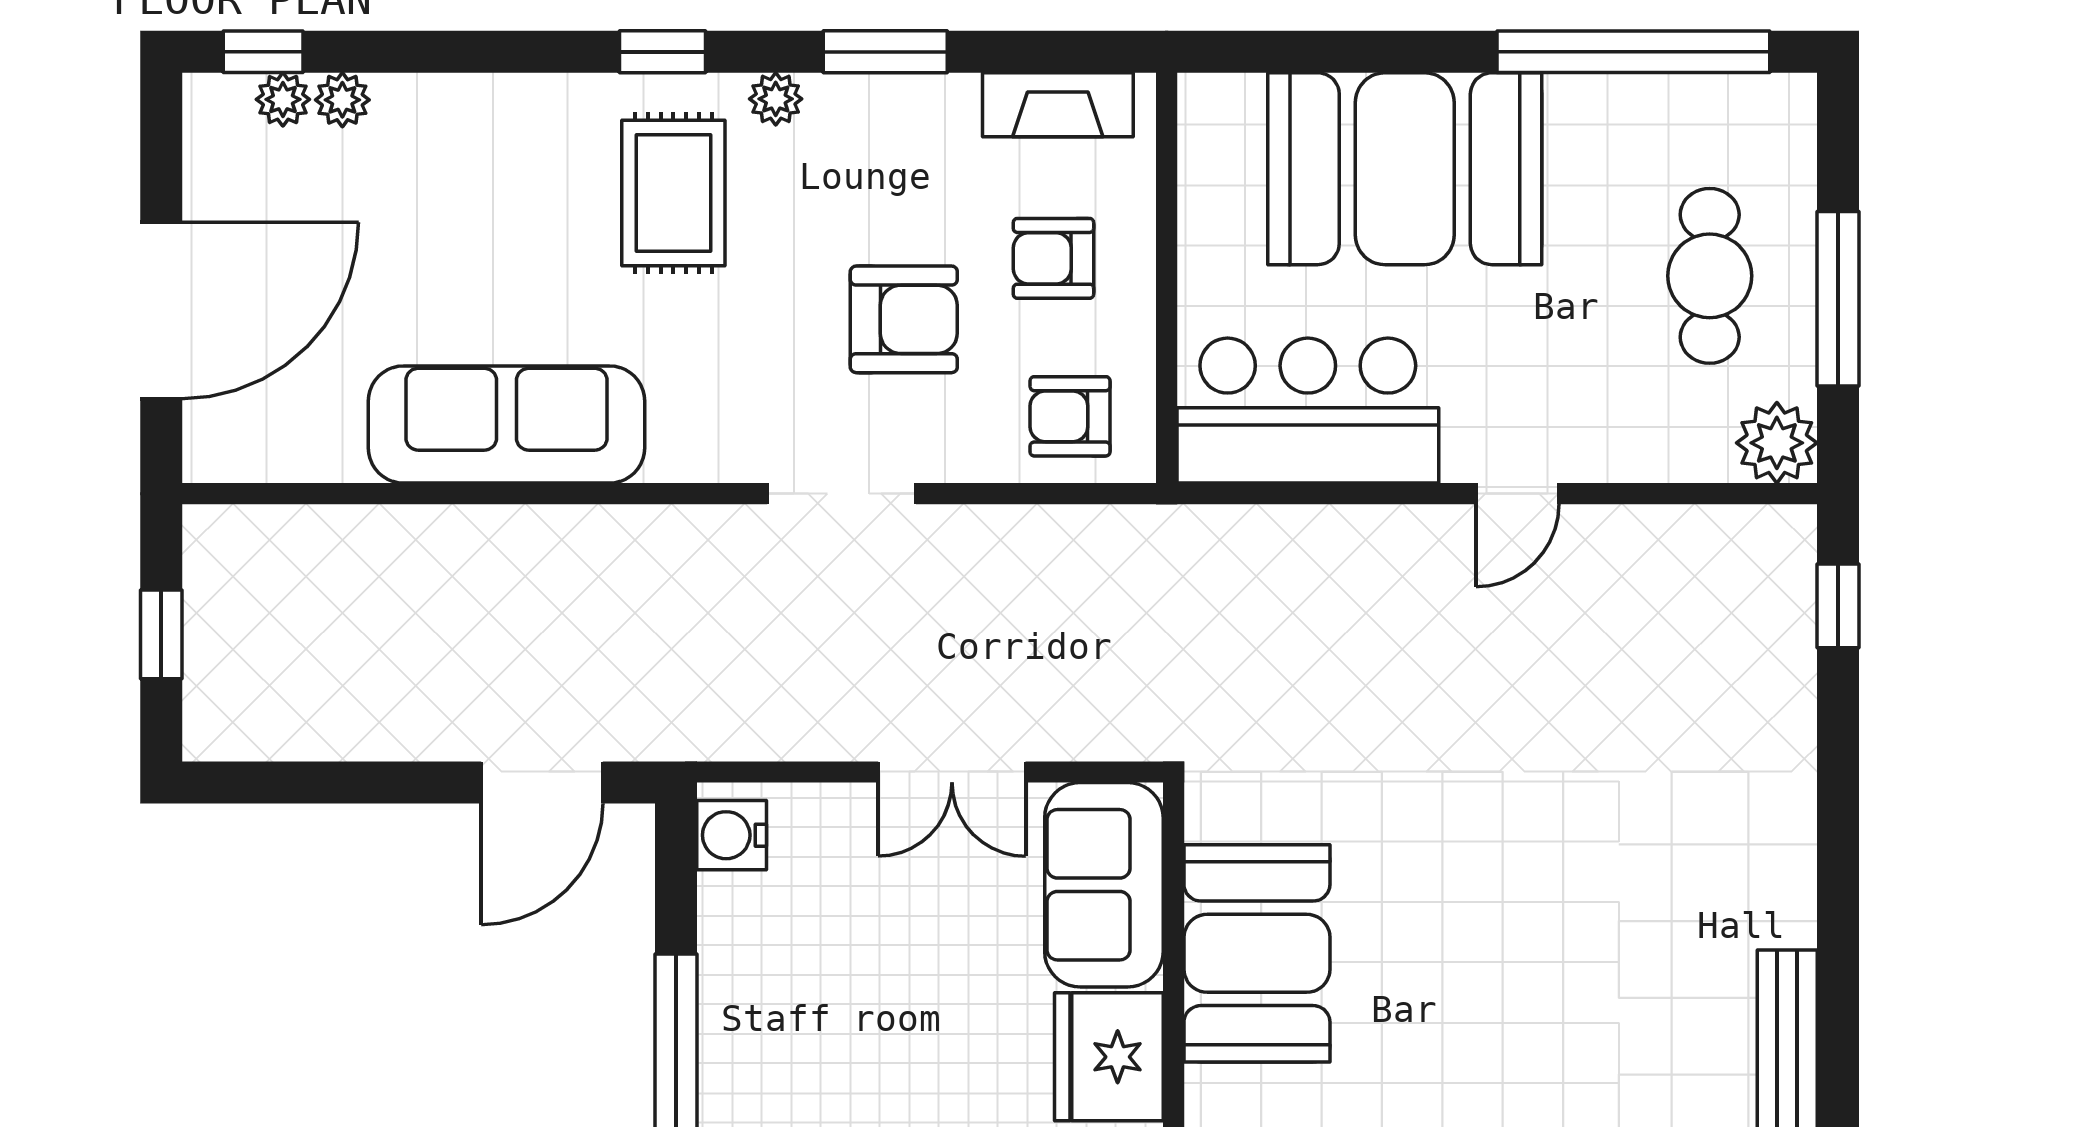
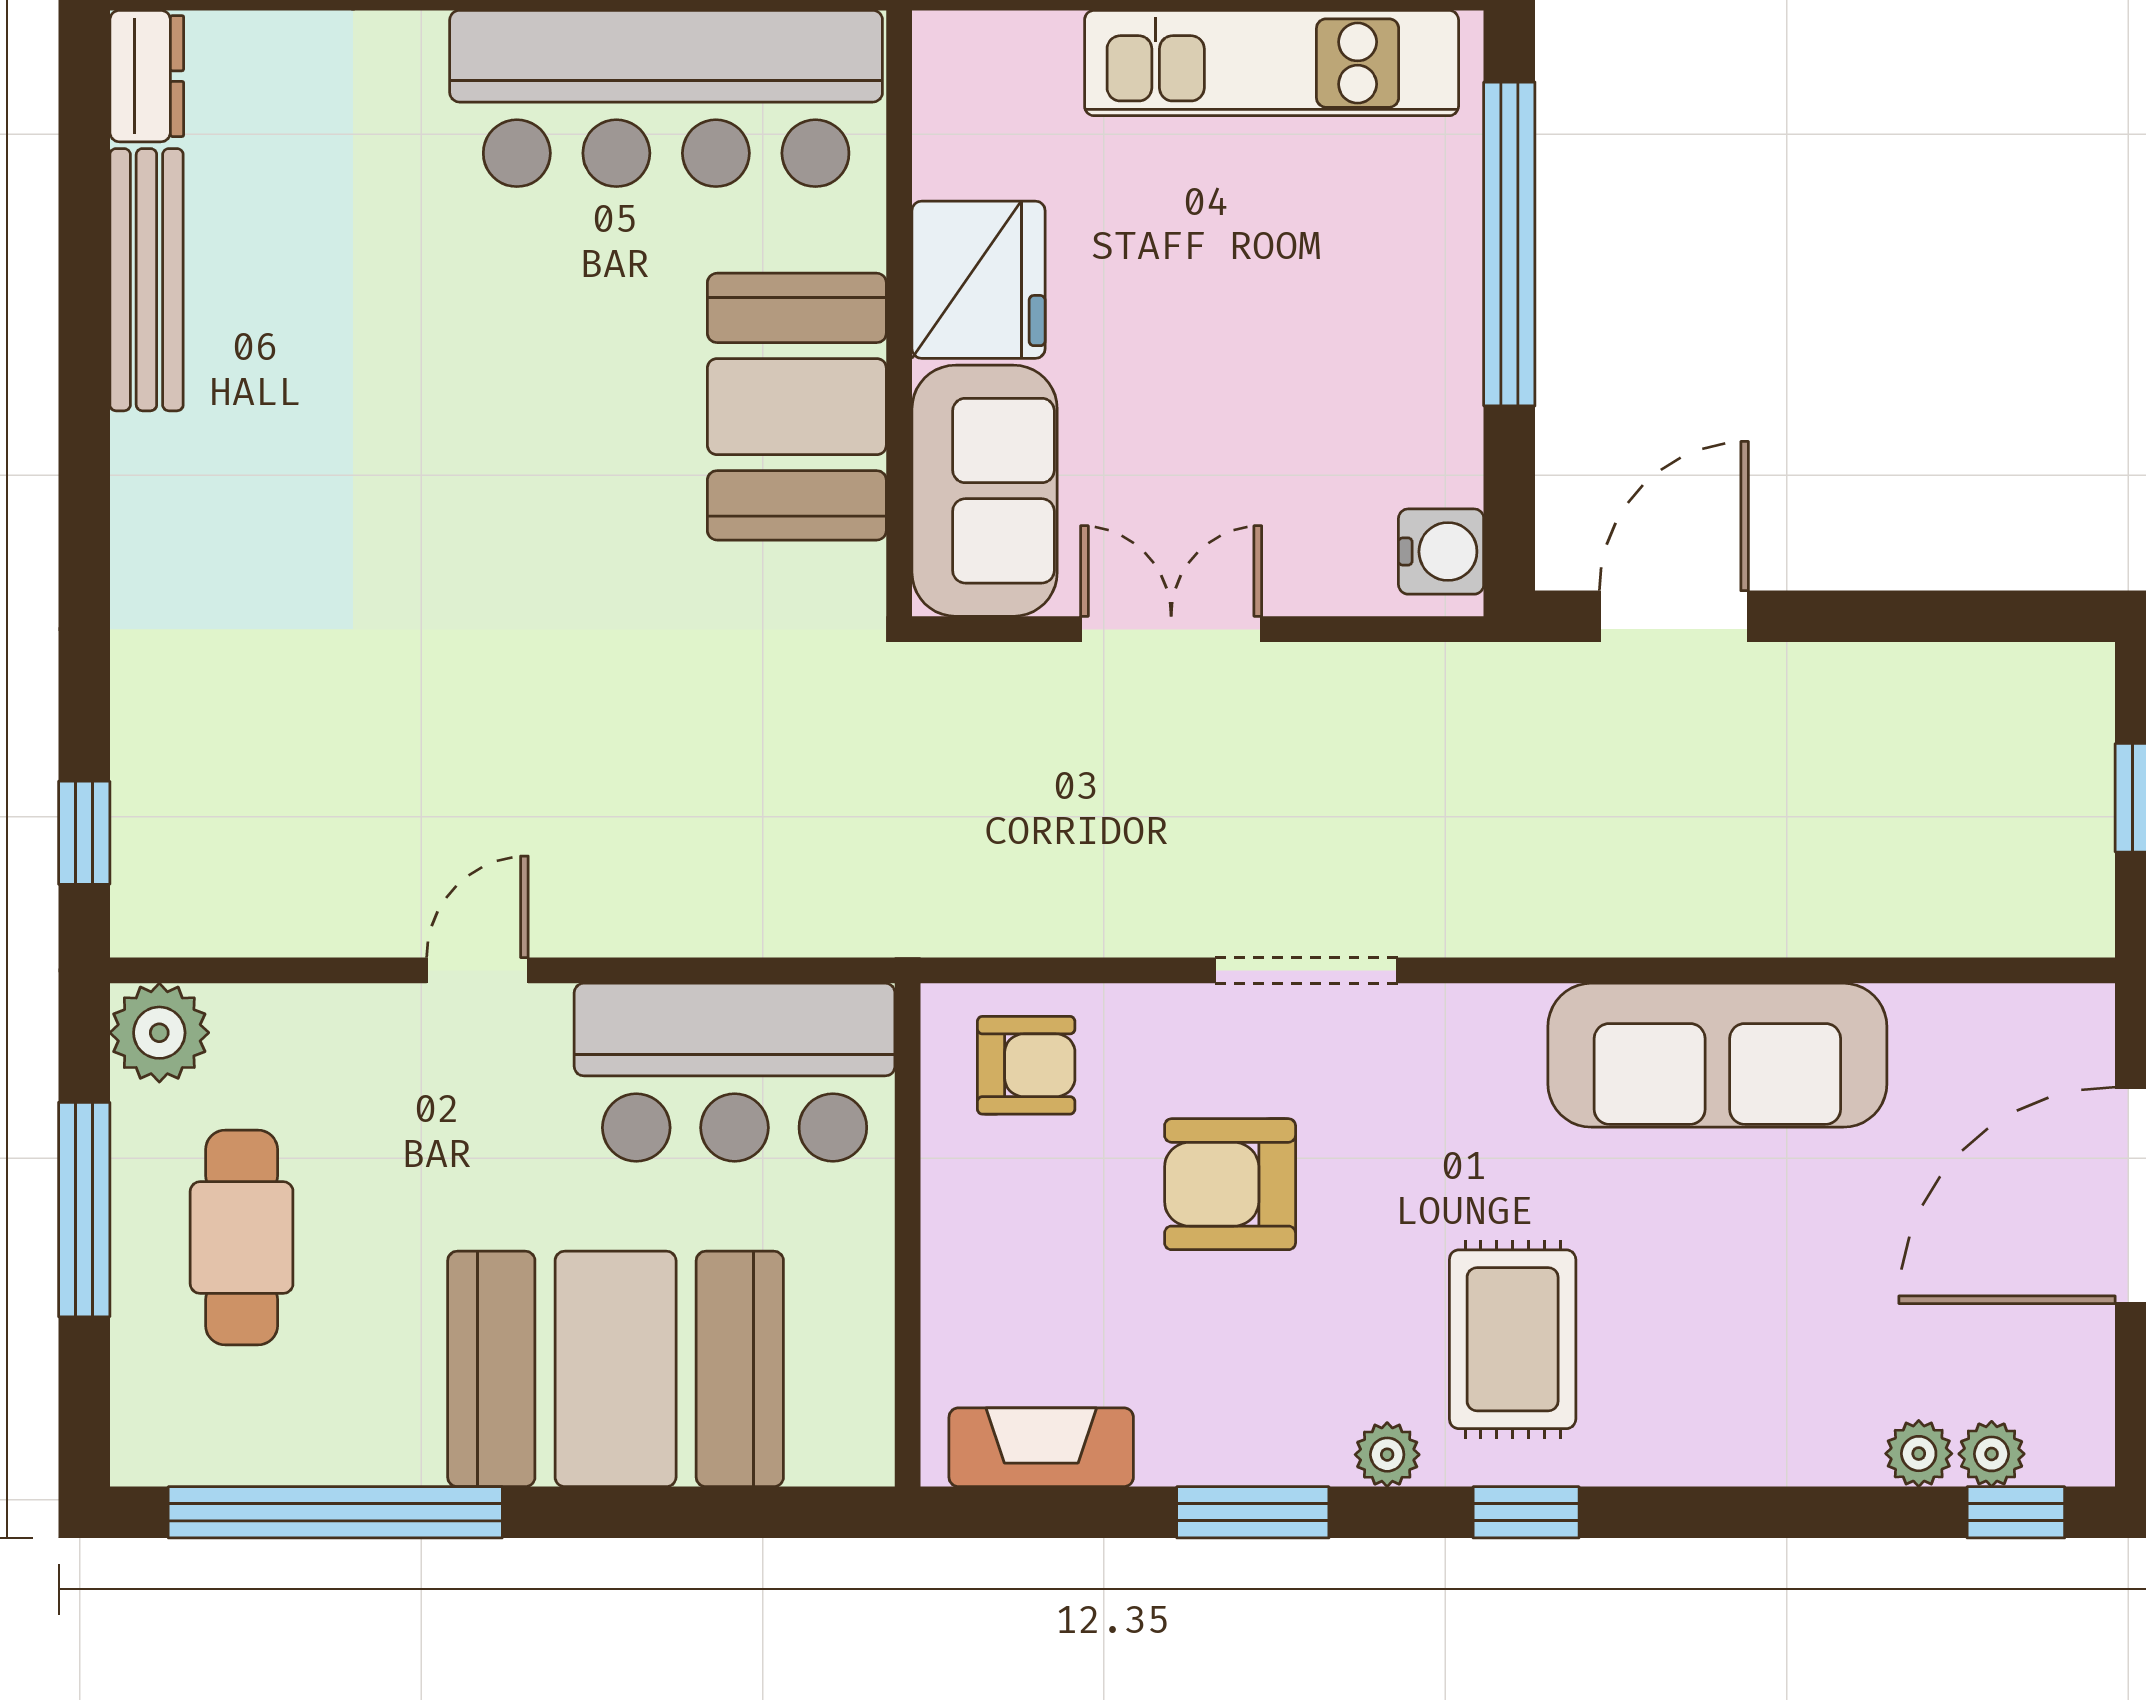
armchair: (1053, 258) -> (1047, 1259), removed

